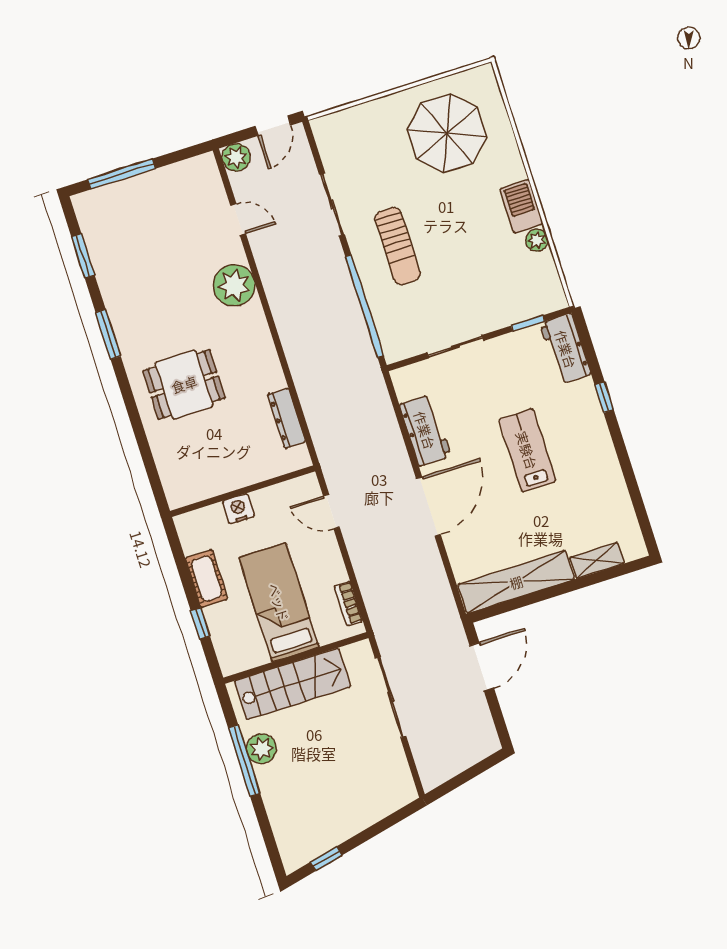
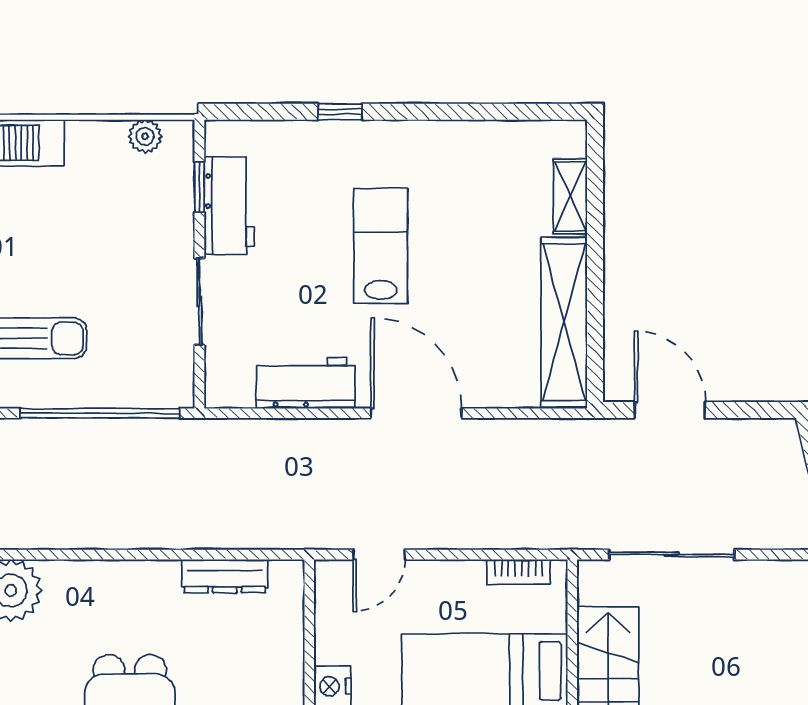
plant: (537, 240) -> (145, 136), moved
workbench: (566, 349) -> (229, 206), moved, turned -90
lab bench: (527, 450) -> (381, 246), turned 90

